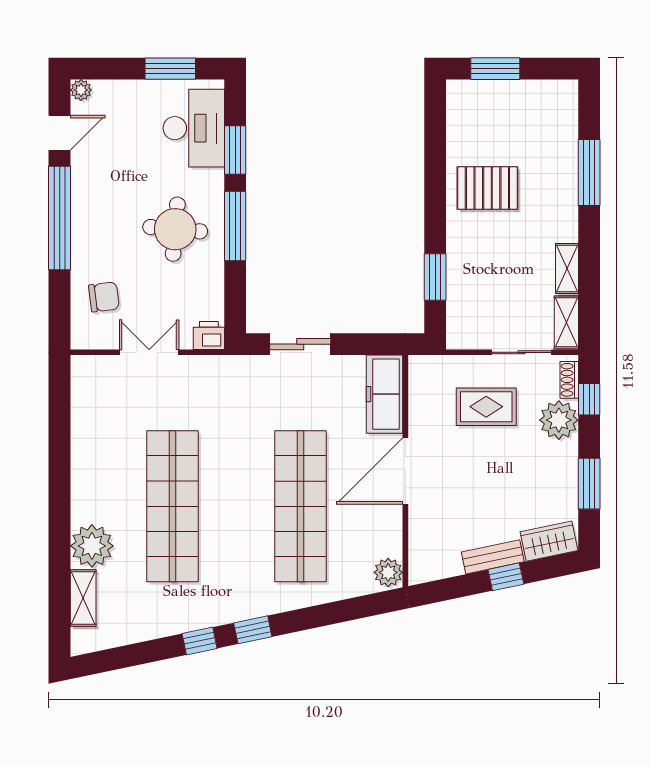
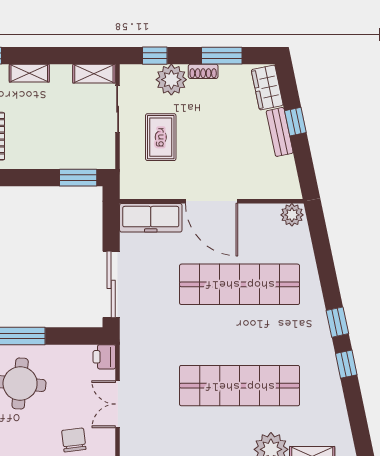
shelving: (567, 269) -> (29, 73), moved
window: (435, 277) -> (78, 178), moved
sliding door: (300, 344) -> (111, 284), width x1.37
shoe rack: (569, 380) -> (203, 71), moved

